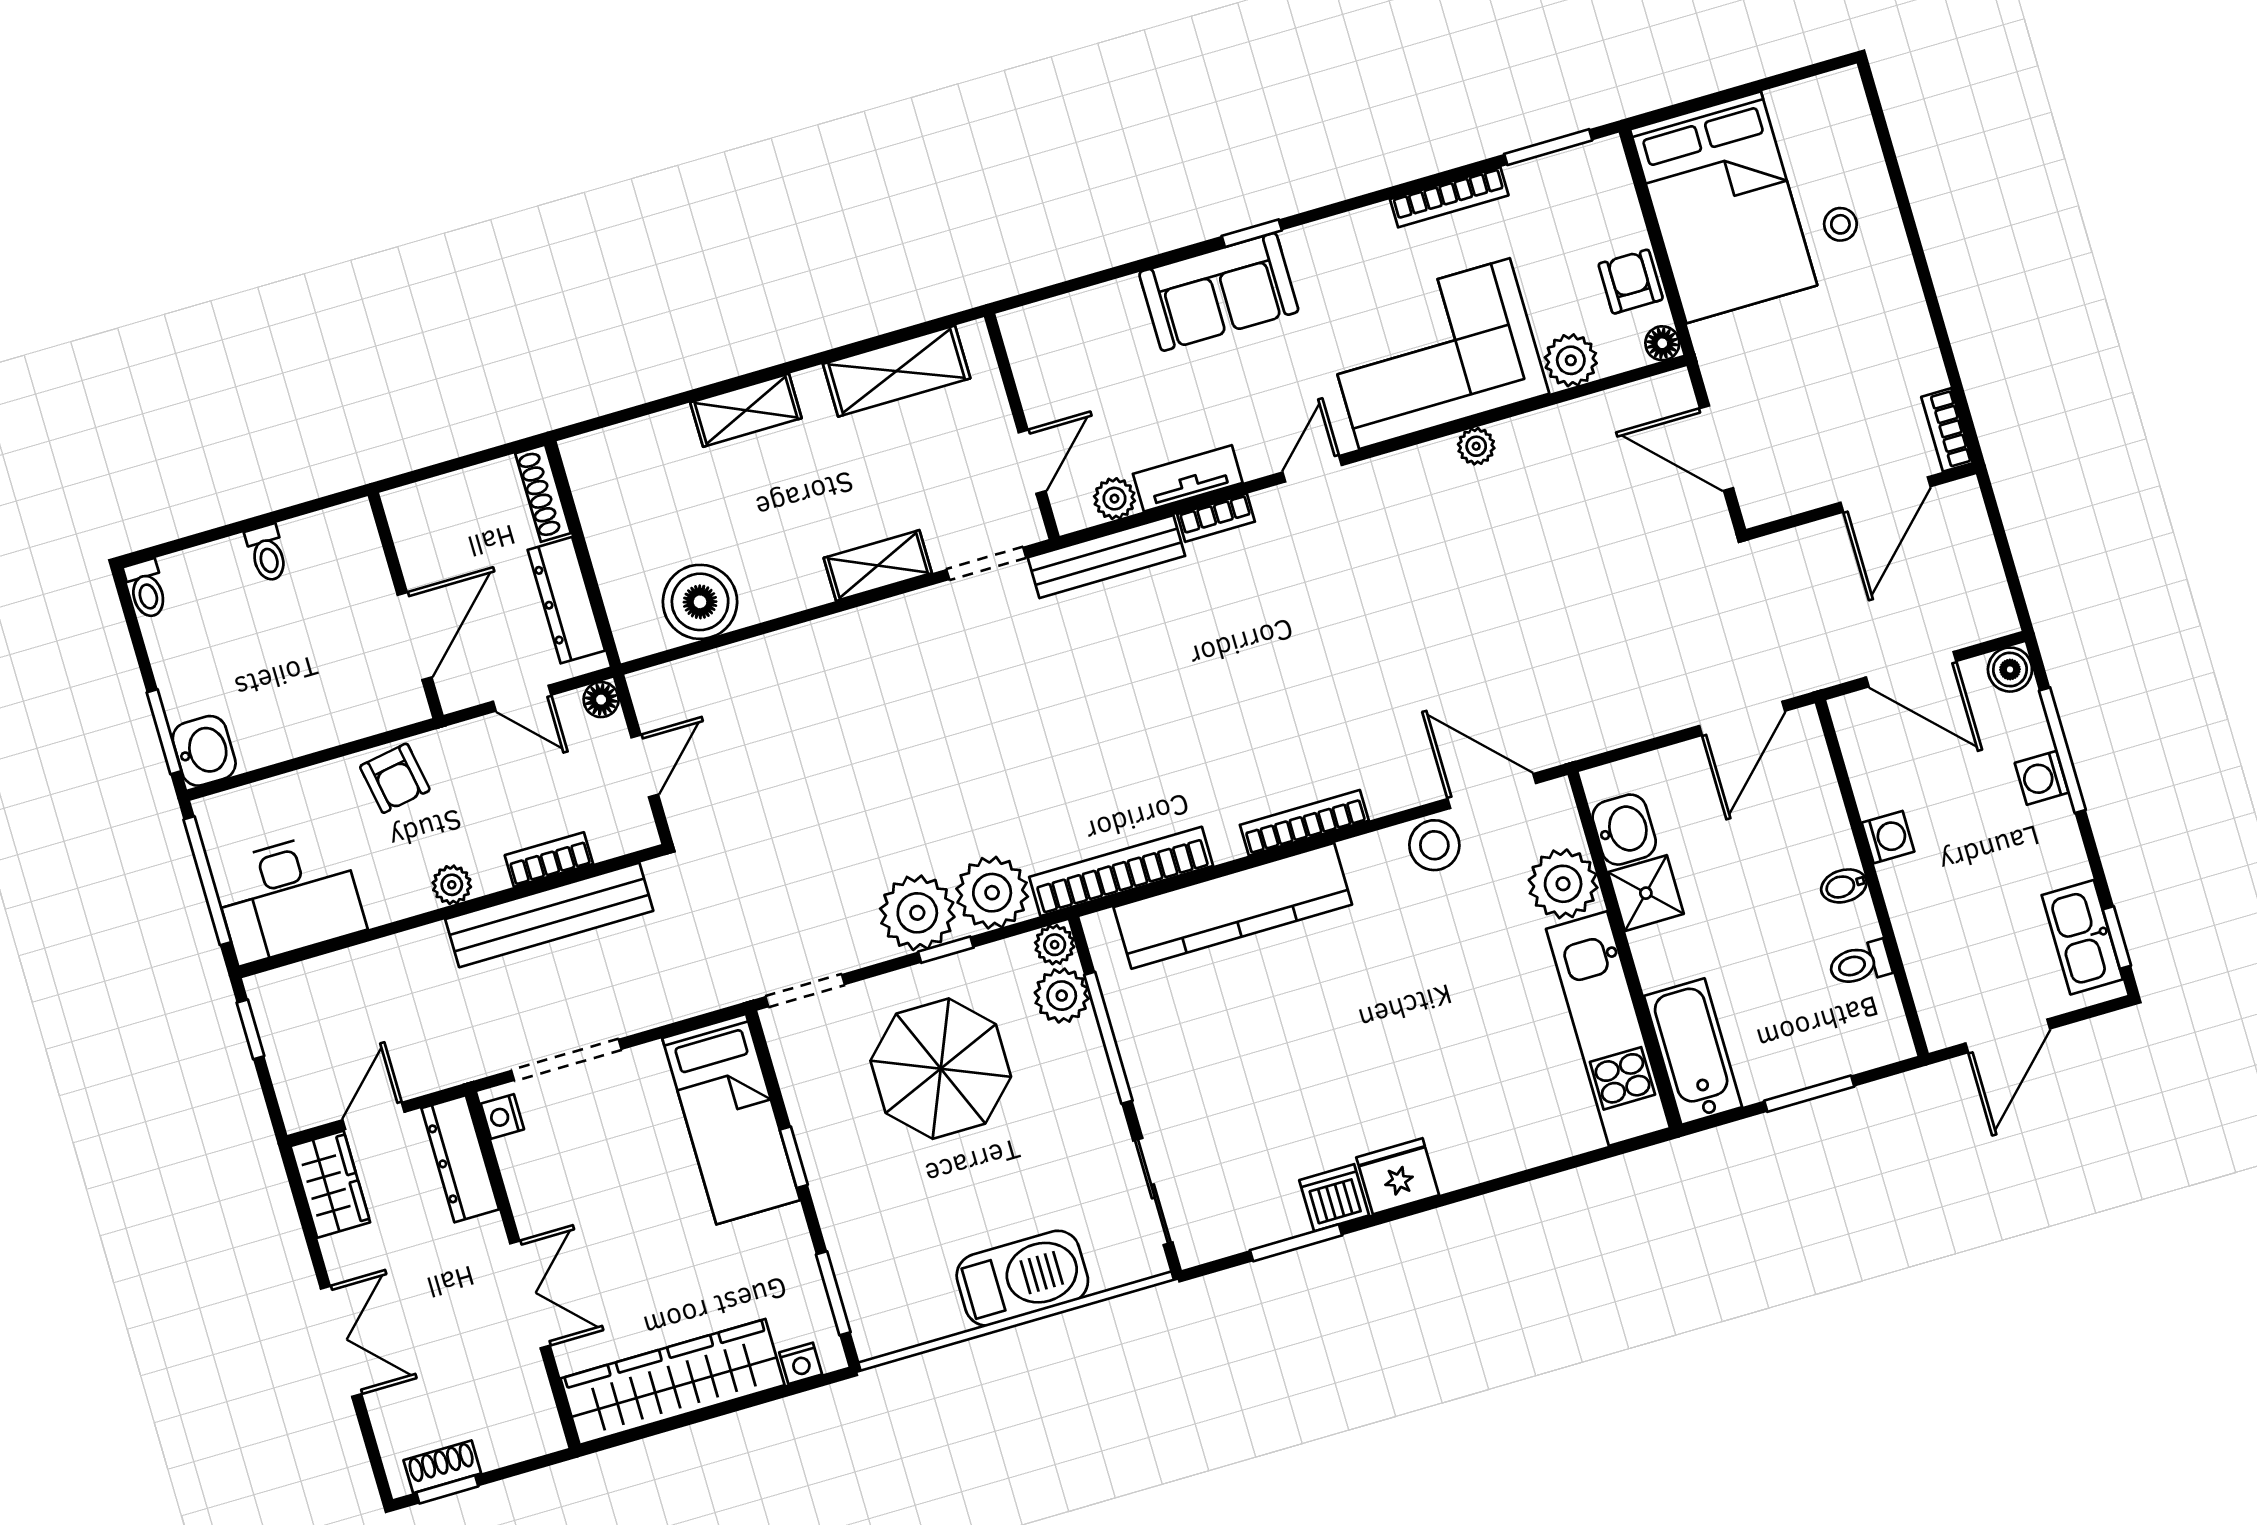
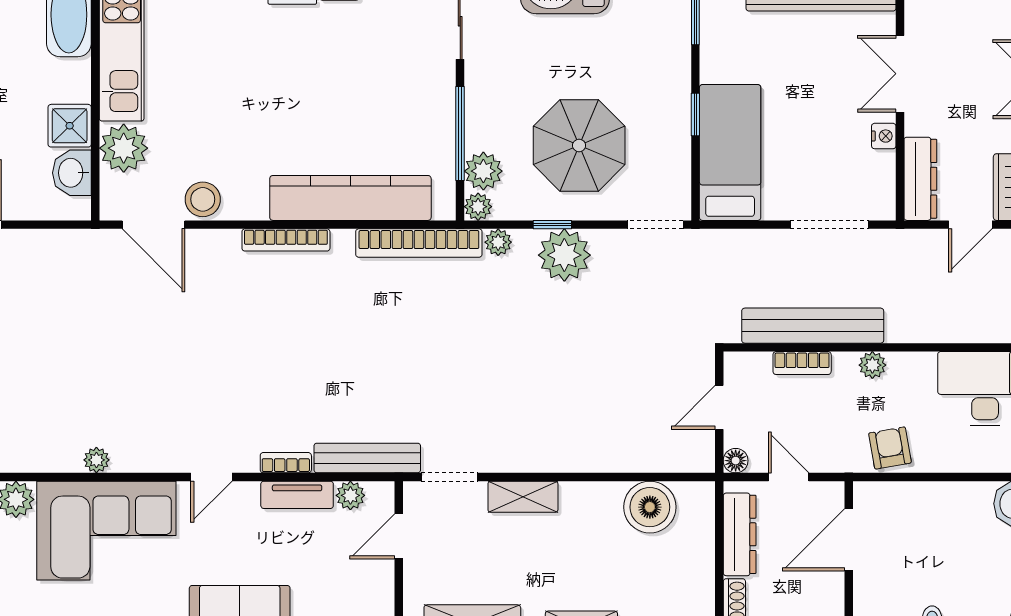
plant: (992, 893) -> (498, 242), width x0.53, depth x0.53
nightstand: (502, 1116) -> (884, 136), moved

